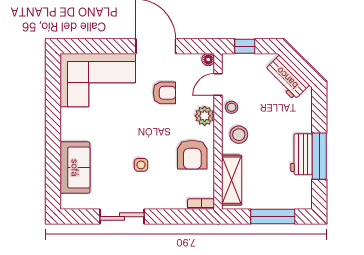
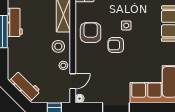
armchair: (164, 93) -> (116, 45), moved
plant: (205, 116) -> (82, 59), removed
workbench: (301, 154) -> (15, 22), moved

